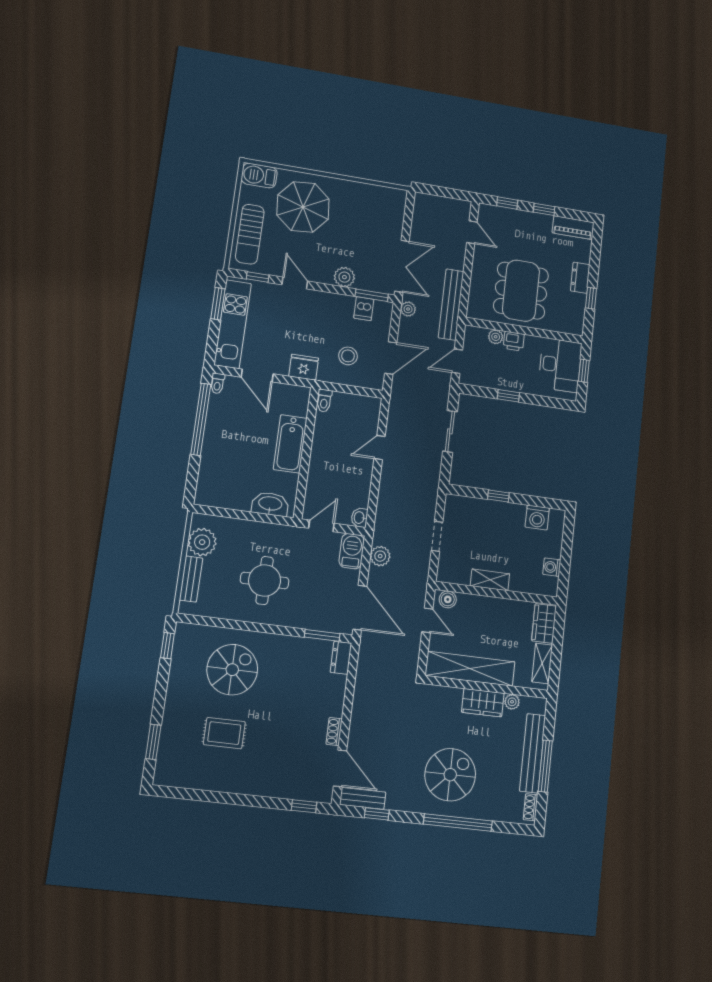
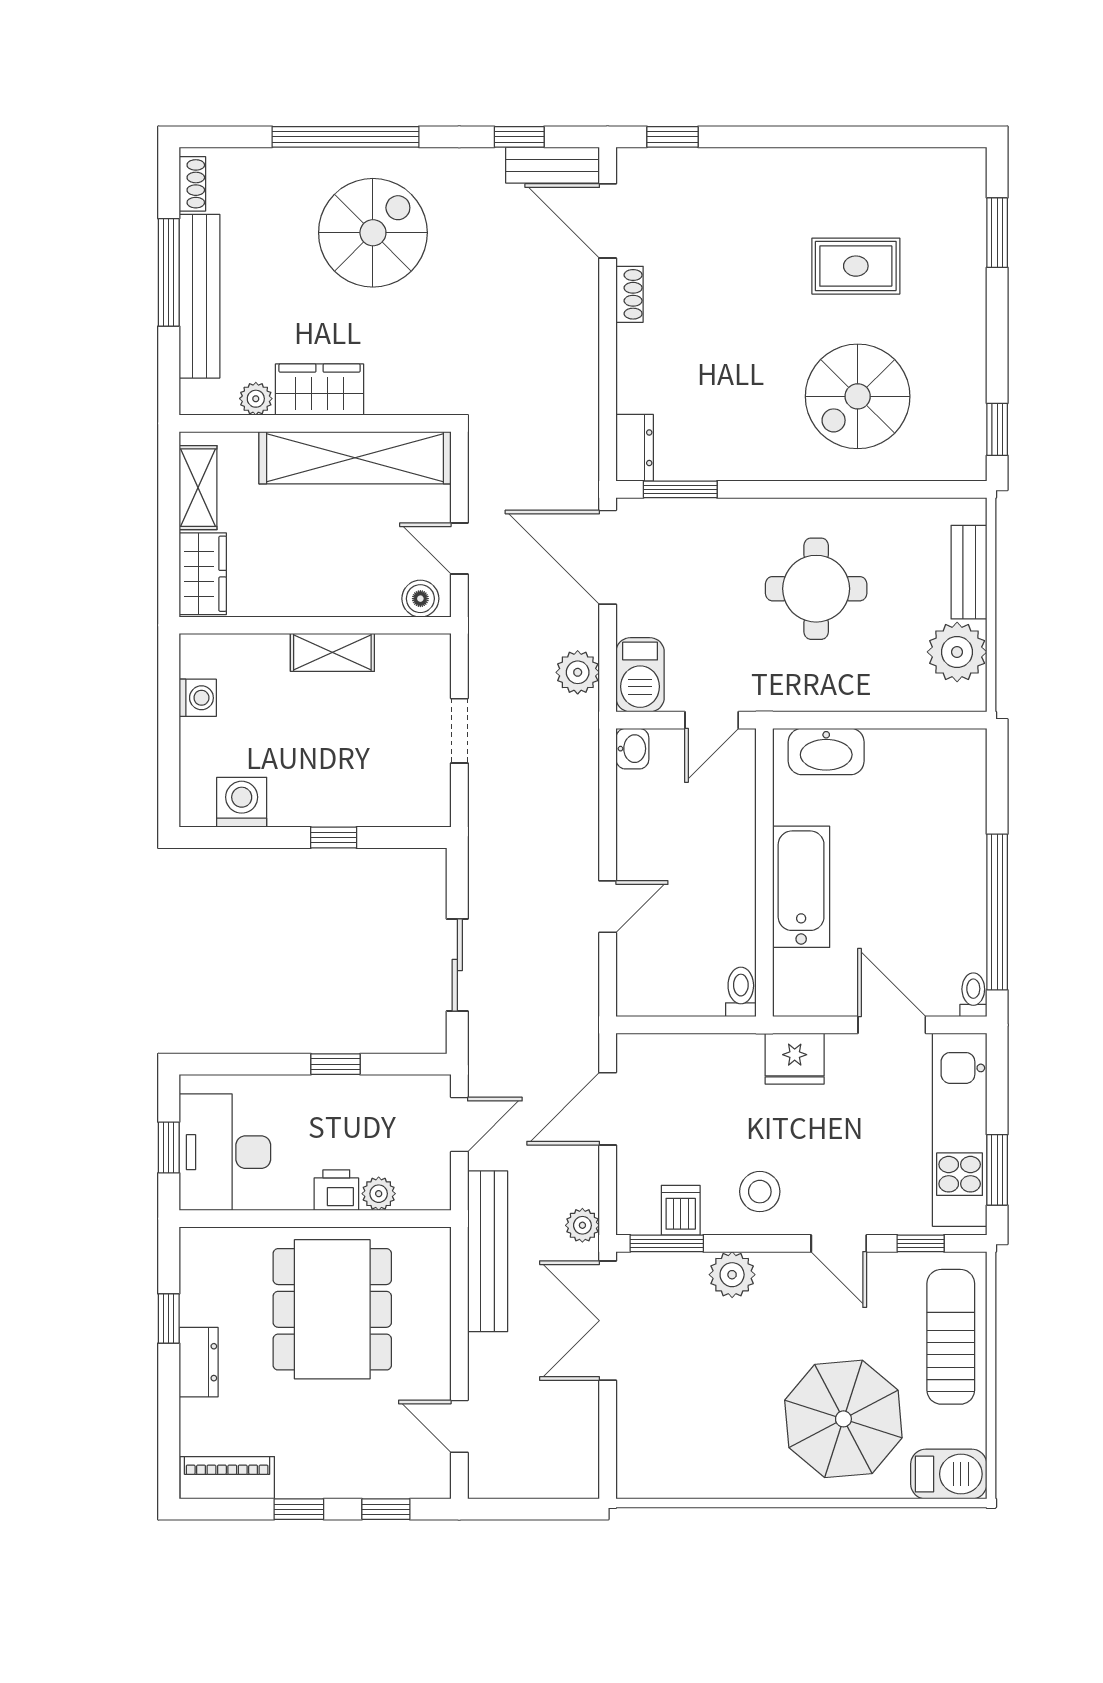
stool: (348, 356) -> (760, 1192), moved
spiral stairs: (450, 775) -> (373, 233), turned 180

